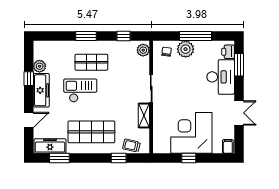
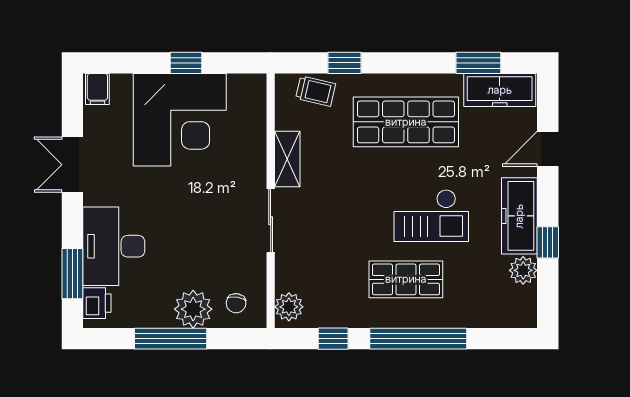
window: (86, 36) -> (418, 339), width x2.11

